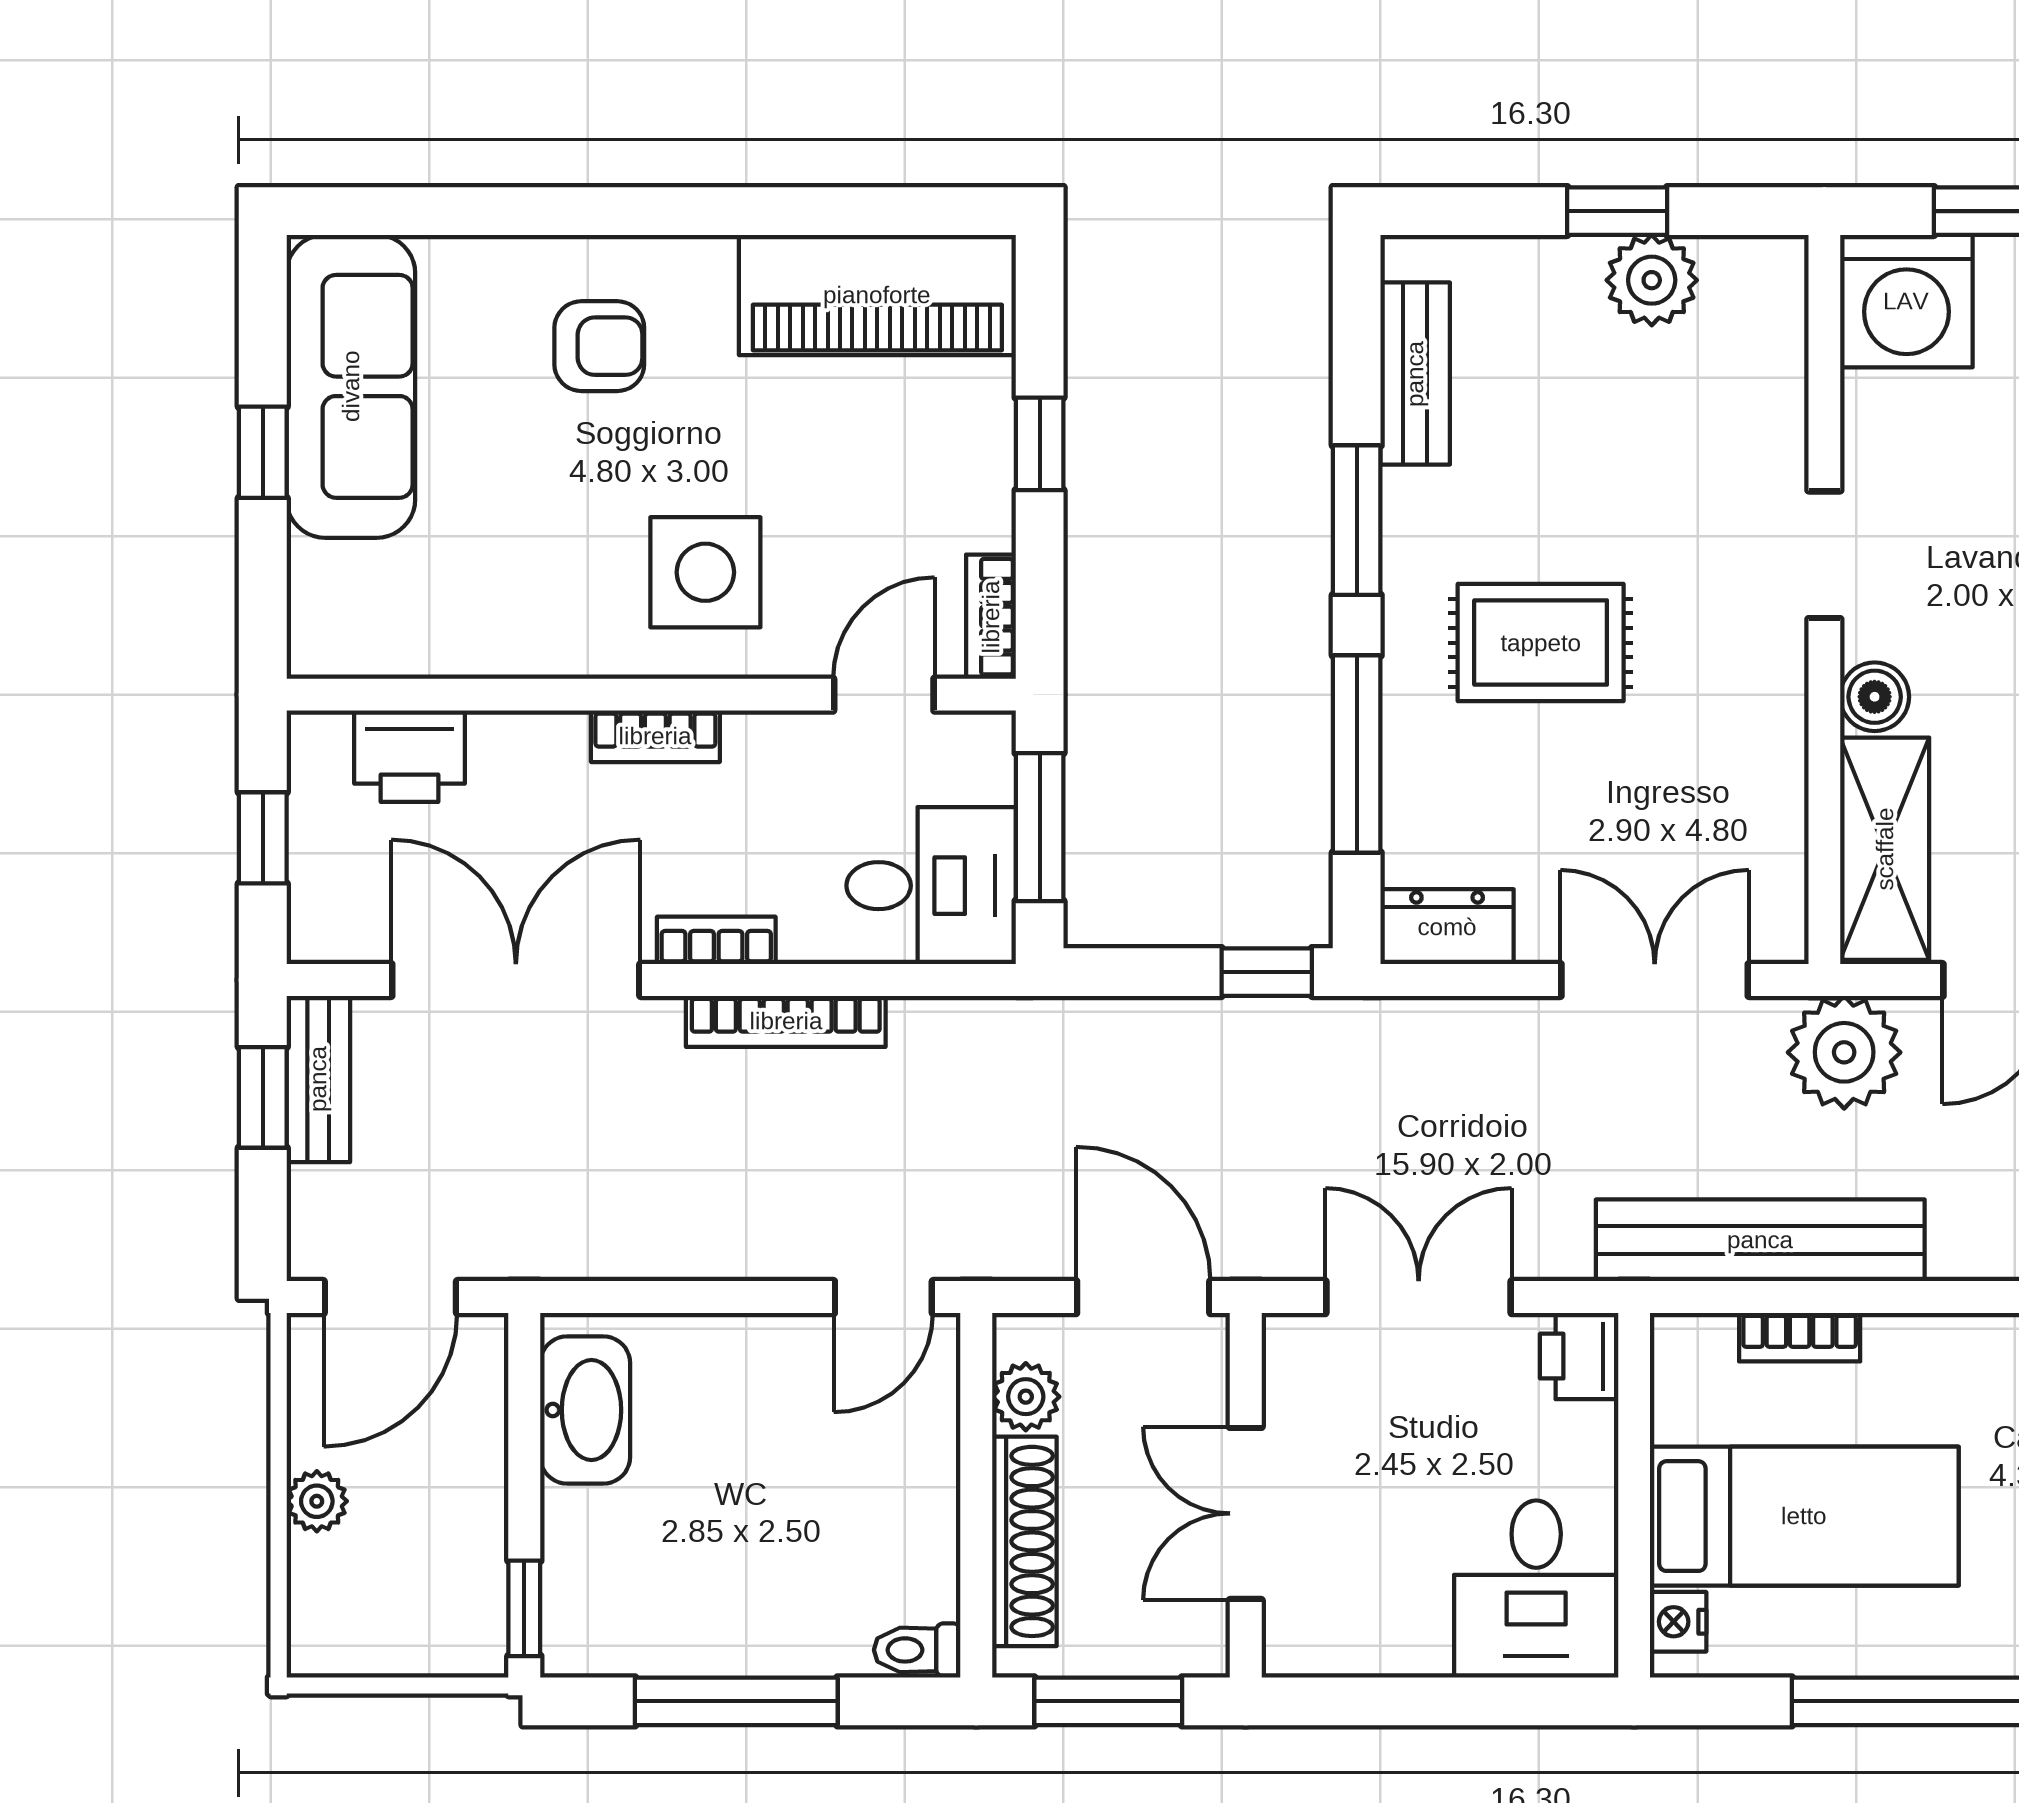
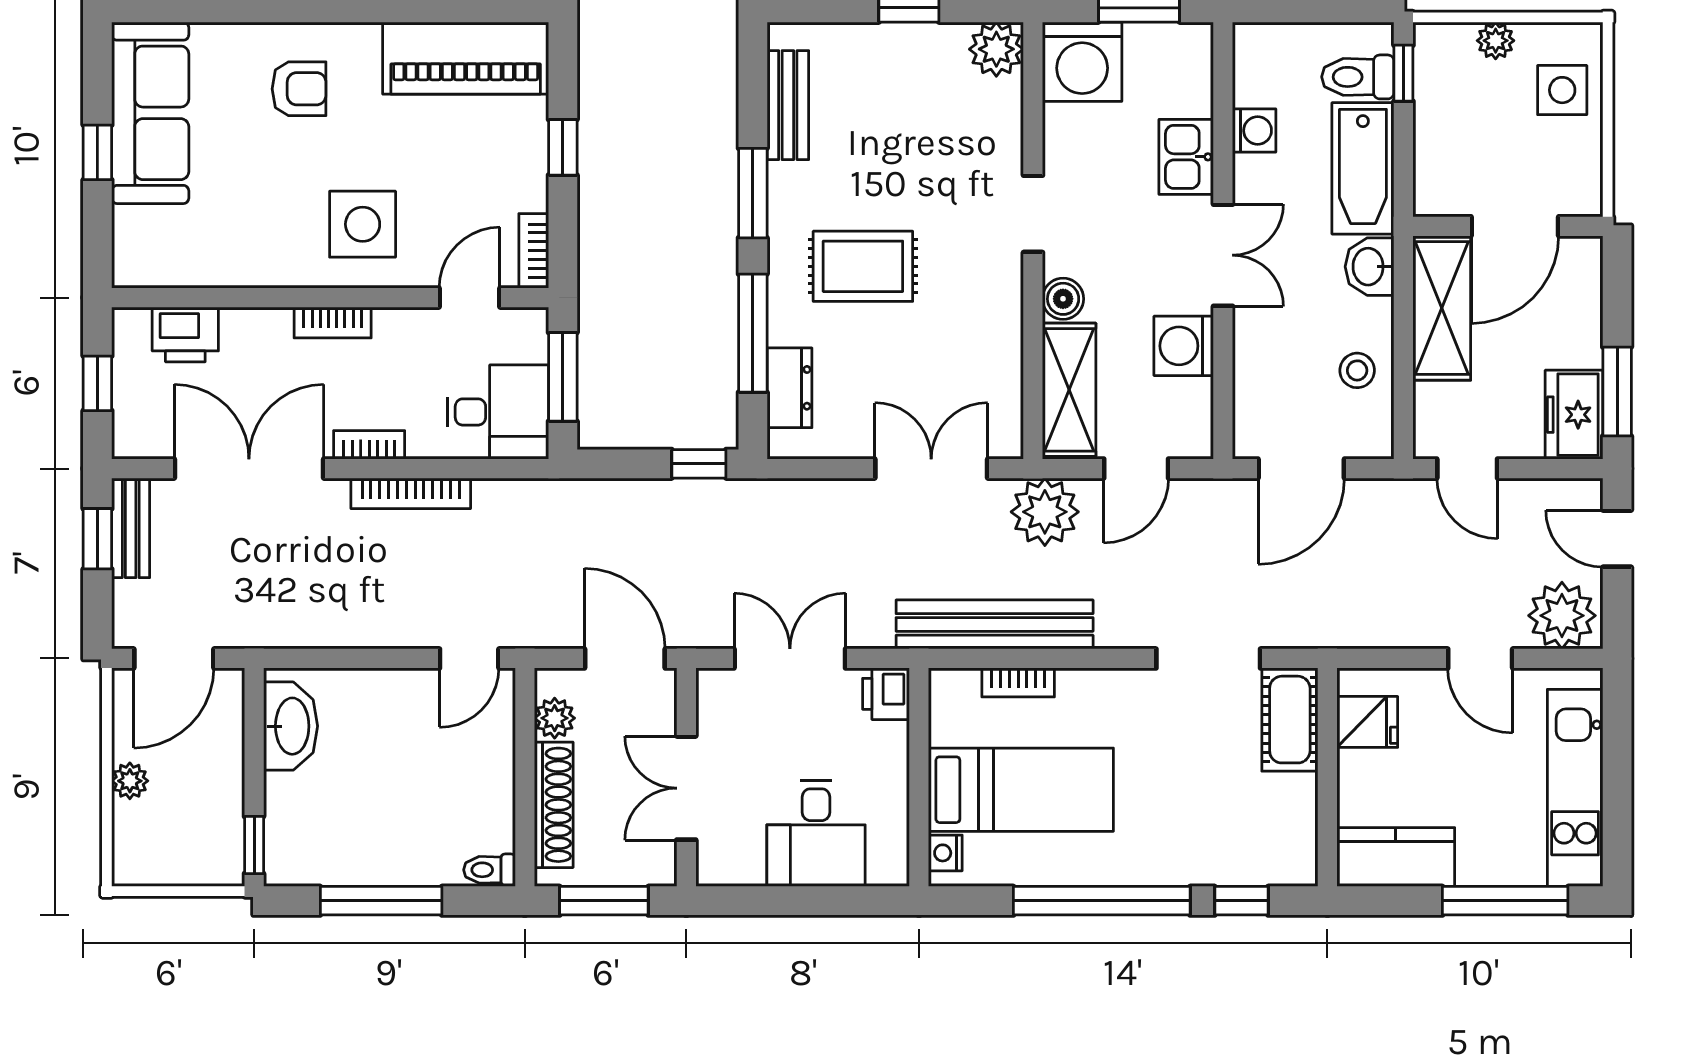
plant: (1652, 280) -> (996, 49), moved
dresser: (1447, 927) -> (789, 388), moved, turned 90
desk: (1536, 1589) -> (816, 833), moved

